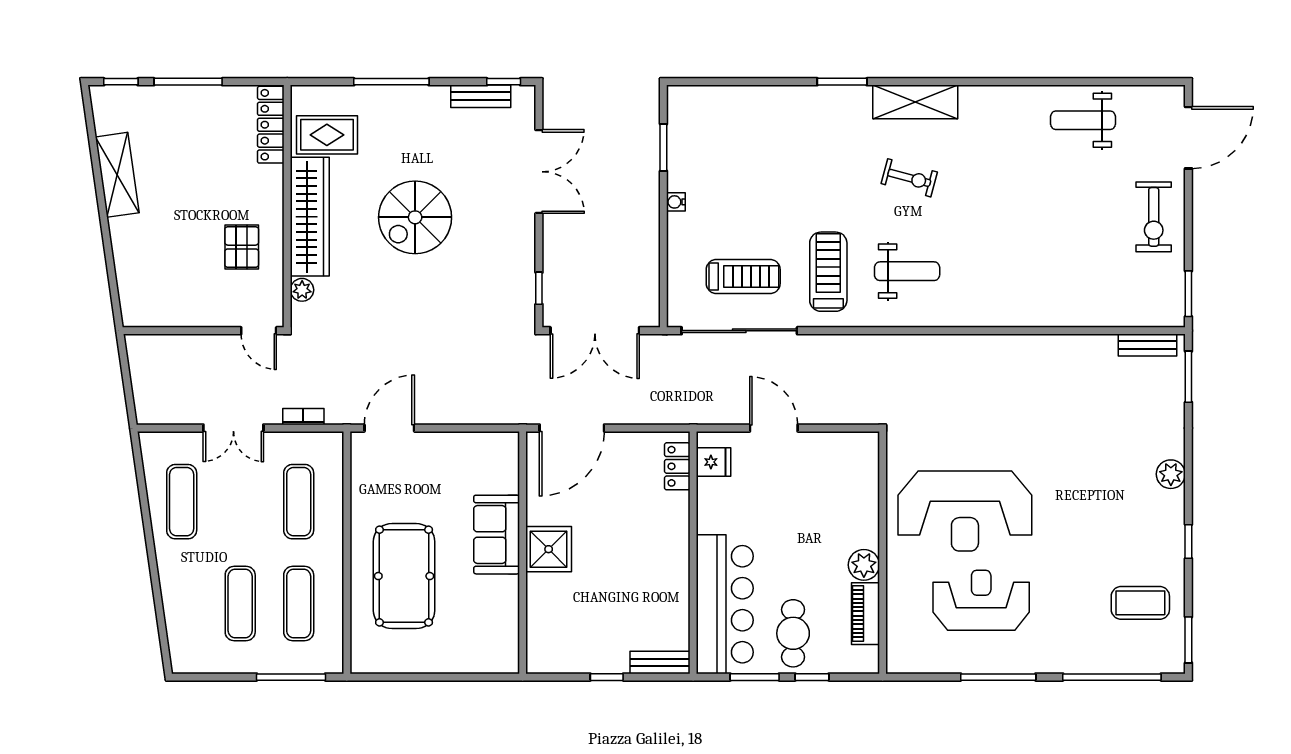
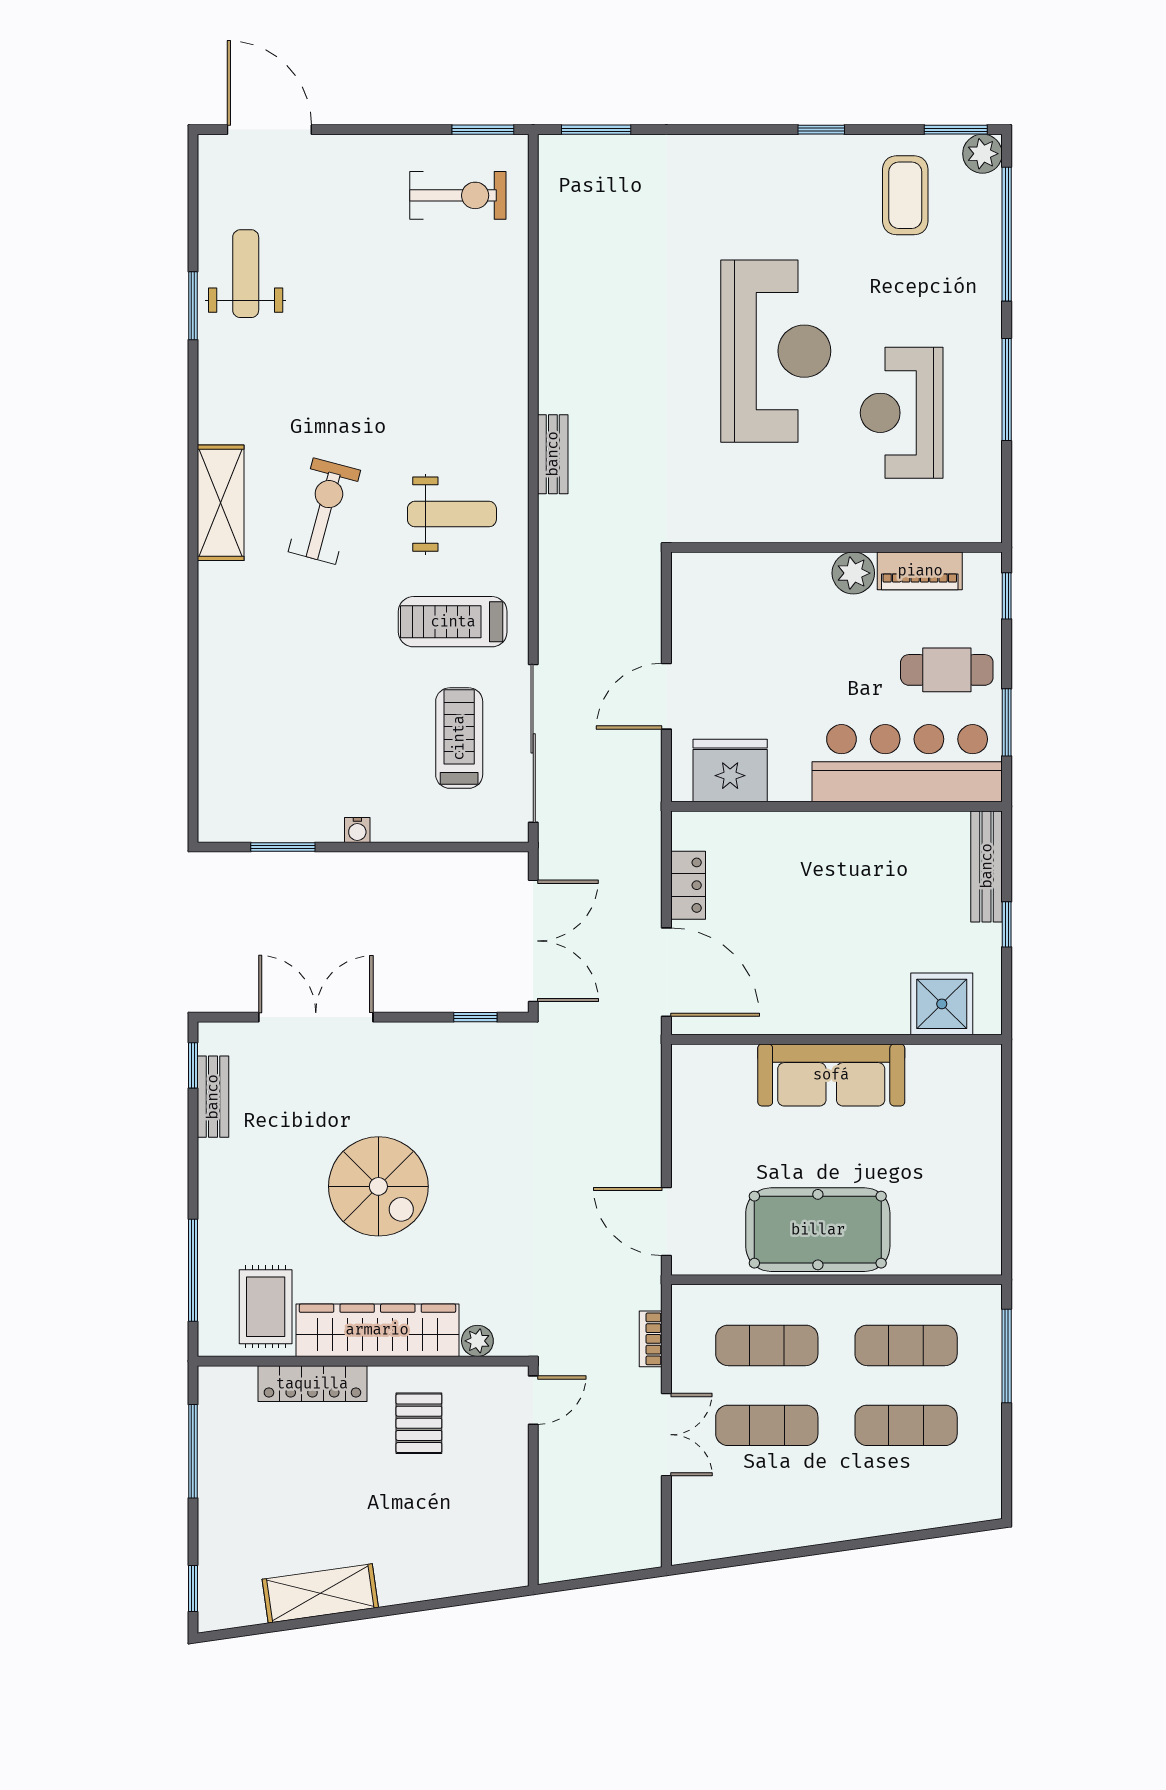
window: (188, 82) -> (193, 1451), moved
window: (391, 82) -> (193, 1270), moved
window: (842, 82) -> (193, 306), moved
weight bench: (1083, 120) -> (246, 274), turned 180
locker: (271, 125) -> (312, 1384), moved
exercise bike: (909, 178) -> (324, 511), width x1.38, depth x1.39
exercise bike: (1154, 217) -> (458, 195), moved
pallet: (242, 247) -> (419, 1423), turned 90
weight bench: (907, 271) -> (452, 514), turned 90
bench: (1148, 345) -> (553, 454), moved
fridge: (714, 462) -> (730, 771), width x1.88, depth x1.34
locker: (677, 466) -> (688, 885), moved, turned -90
plant: (1171, 474) -> (982, 154), moved
exercise mat: (182, 502) -> (767, 1425), moved
reception desk: (965, 511) -> (776, 351), moved
sofa: (497, 535) -> (831, 1075), width x1.36
shower: (549, 549) -> (942, 1004), moved
pool table: (404, 576) -> (818, 1230), moved
bench: (660, 662) -> (987, 866), width x1.36
window: (812, 677) -> (1007, 596), moved

